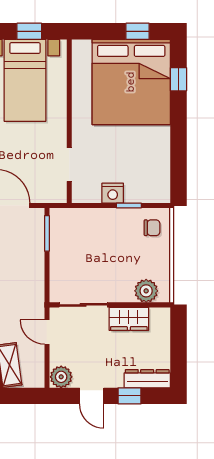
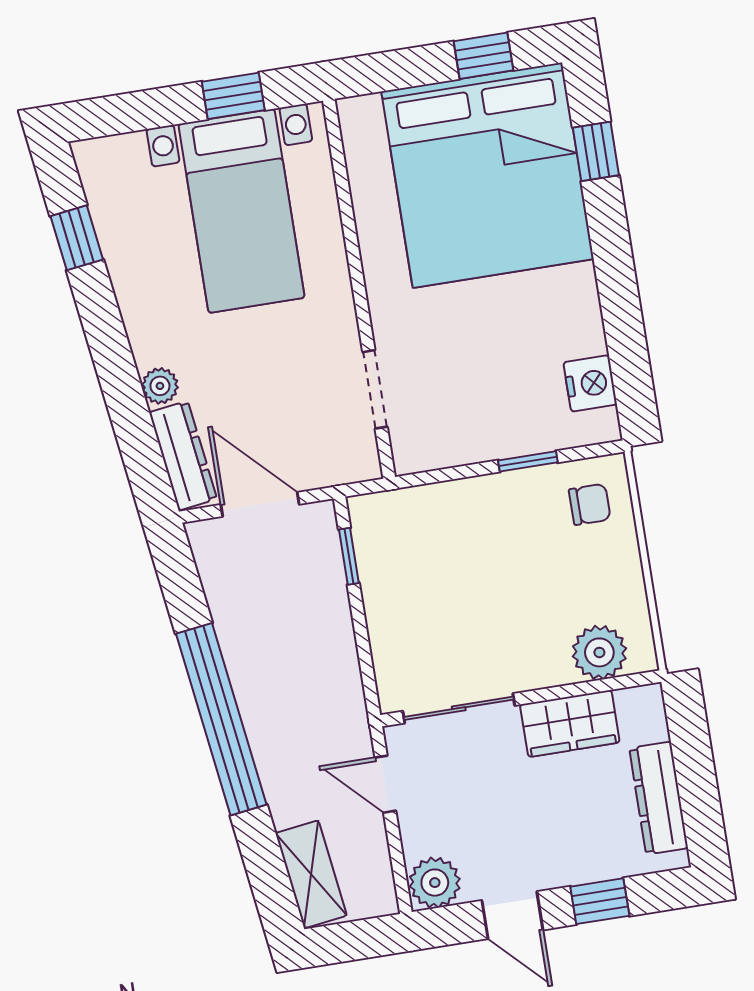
nightstand: (113, 193) -> (590, 383), moved, turned -90
window: (47, 233) -> (349, 556), width x0.67
dresser: (147, 379) -> (659, 798), moved, turned -90

